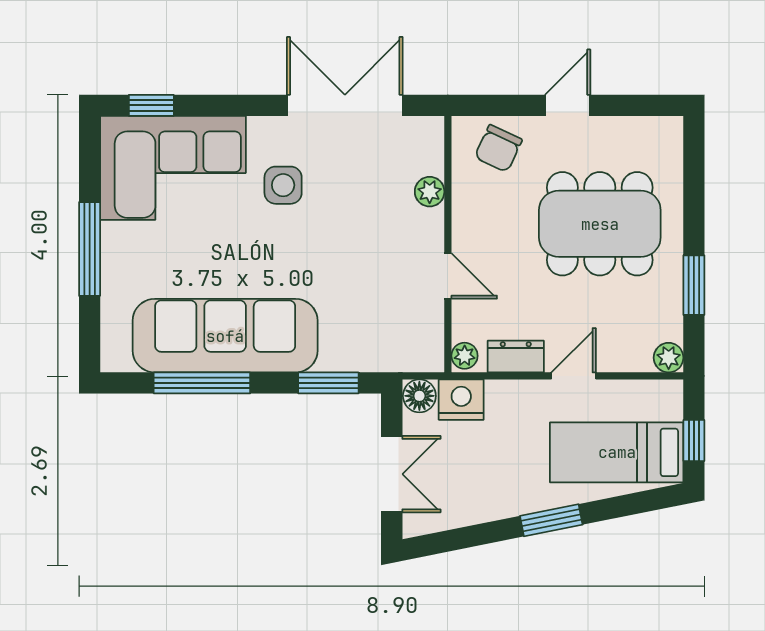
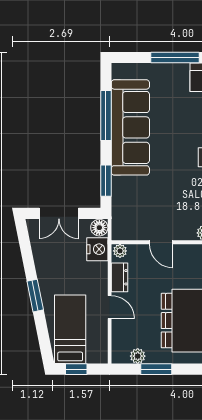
door: (448, 276) -> (161, 242), hinge flipped
plant: (669, 358) -> (138, 356), moved

